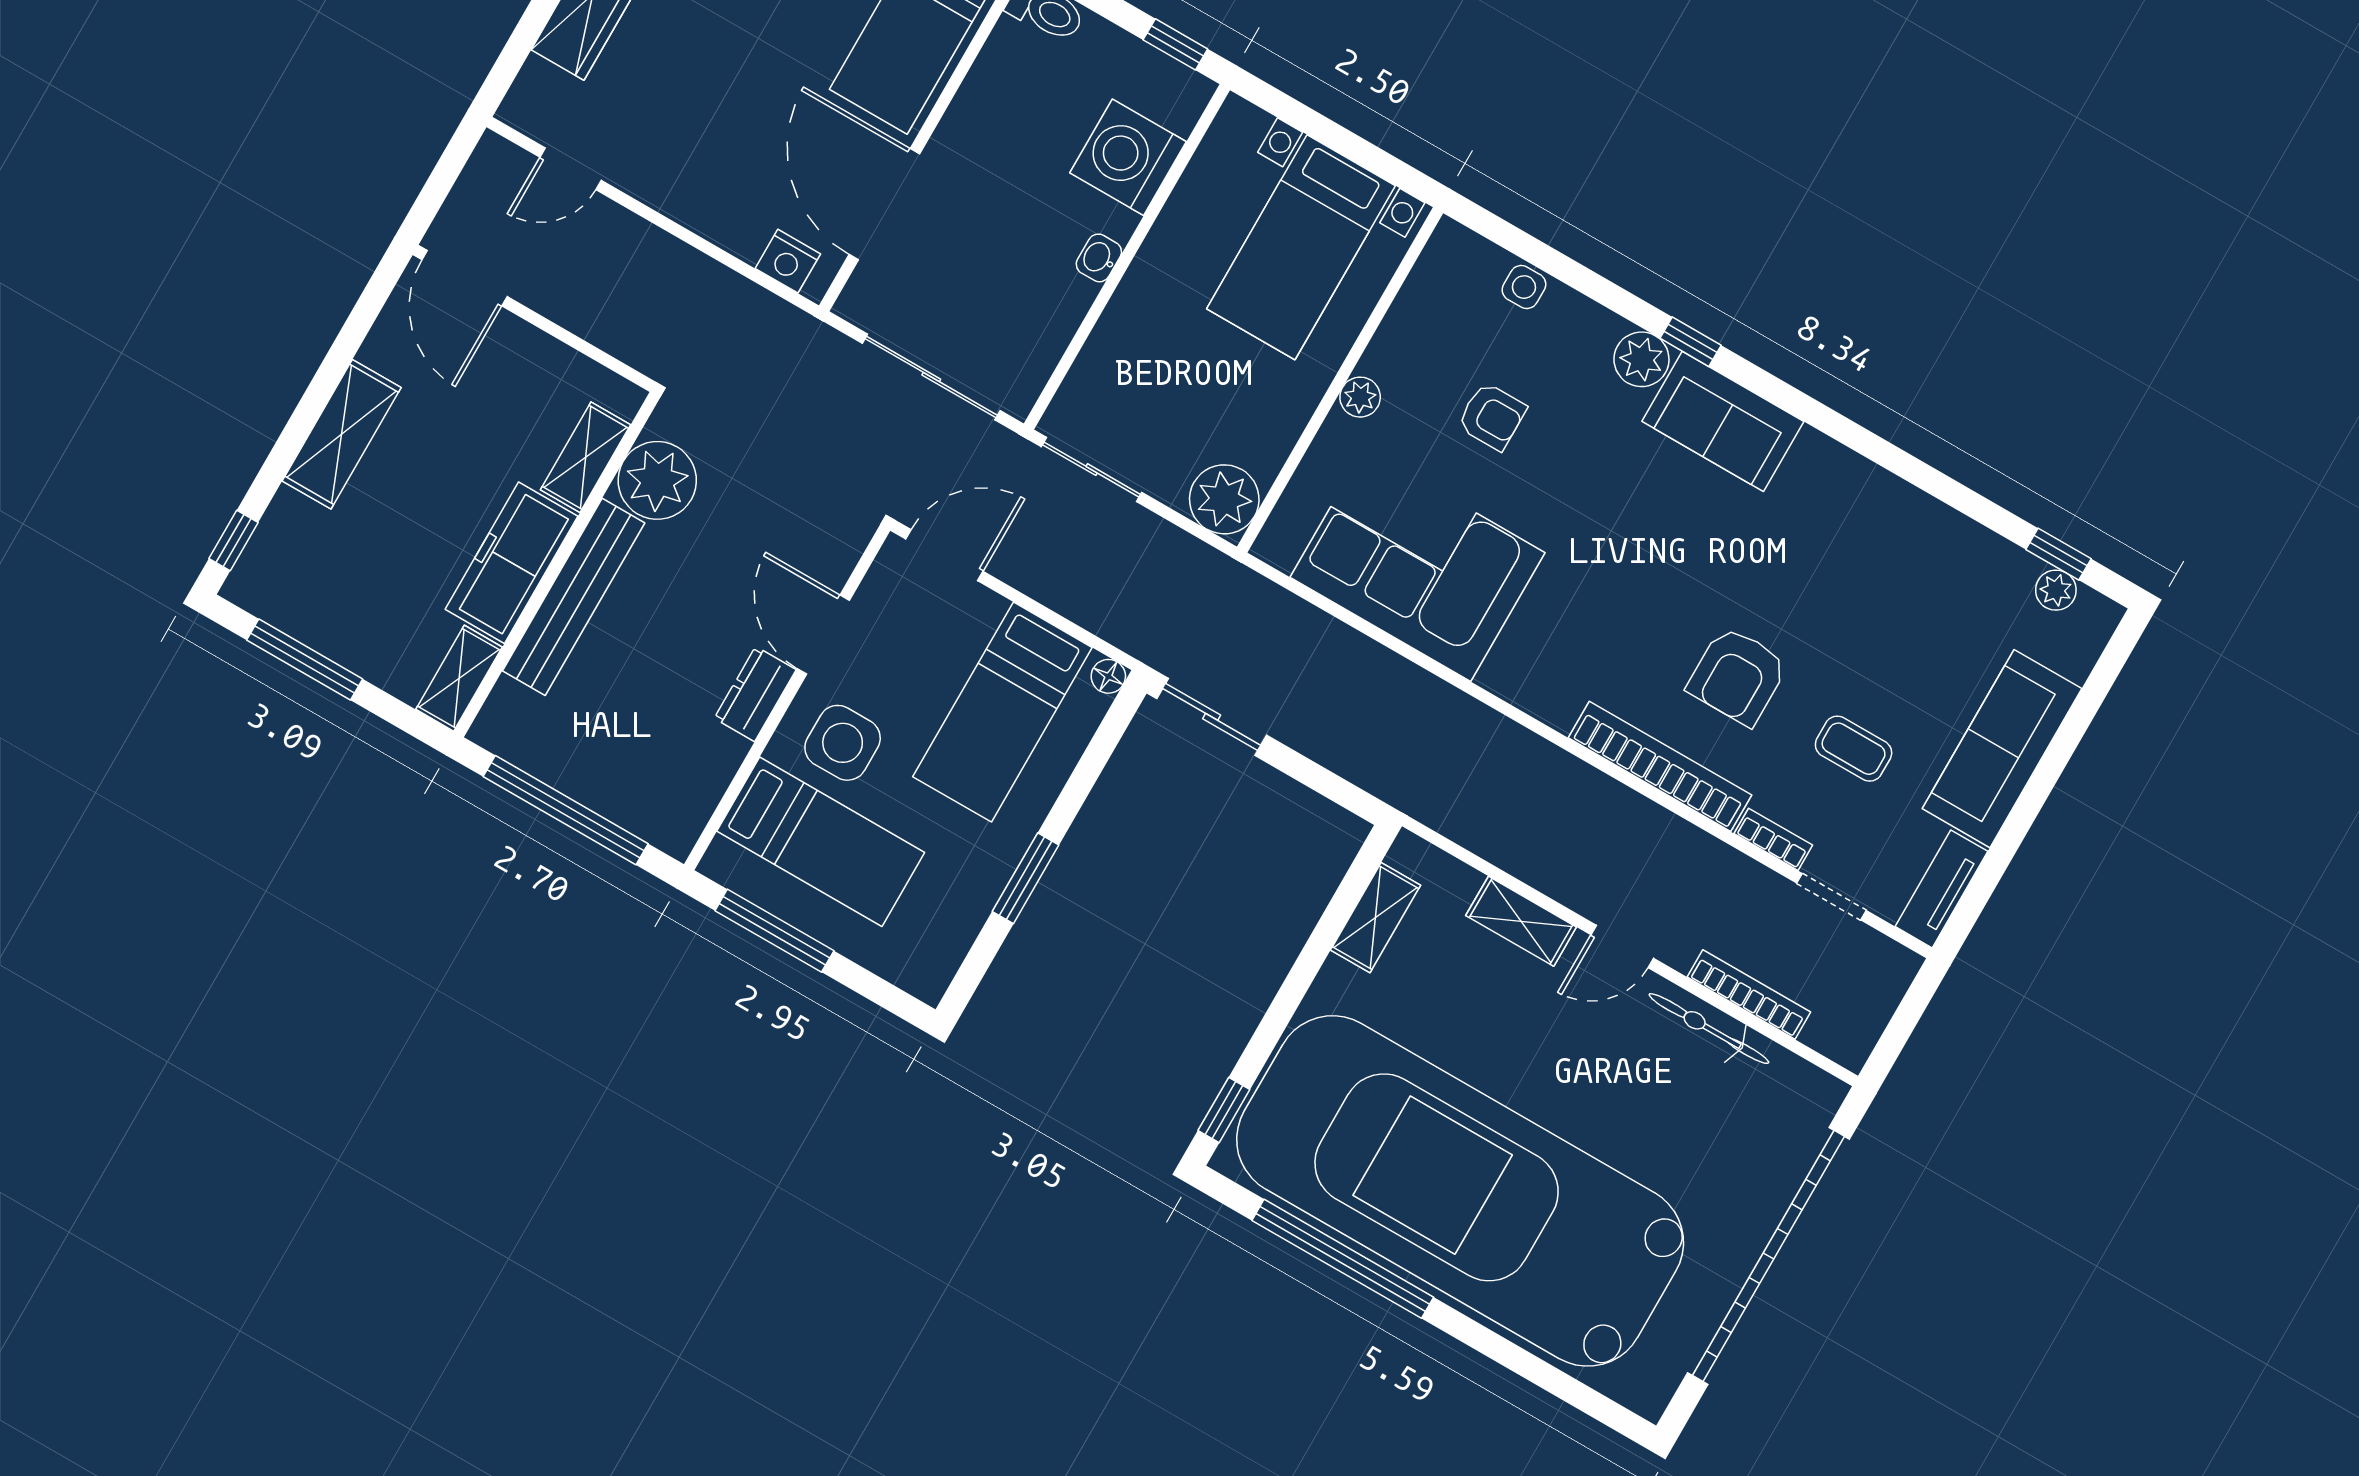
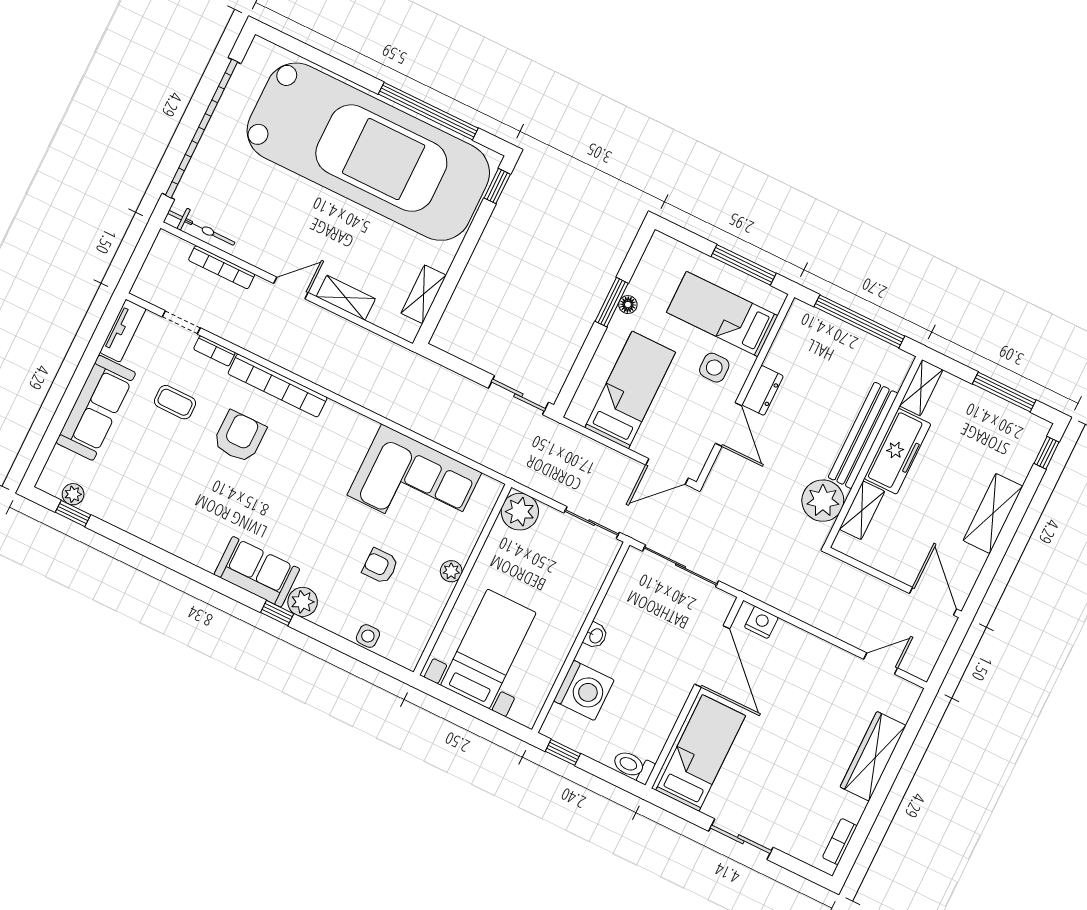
floor lamp: (1108, 676) -> (628, 305), moved
side table: (843, 743) -> (714, 368), width x0.73, depth x0.73
bicycle: (1709, 1029) -> (201, 228), moved

